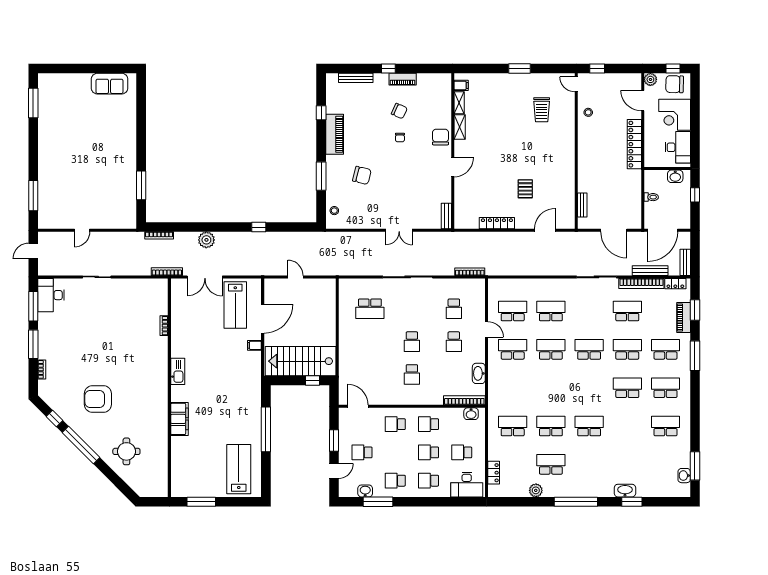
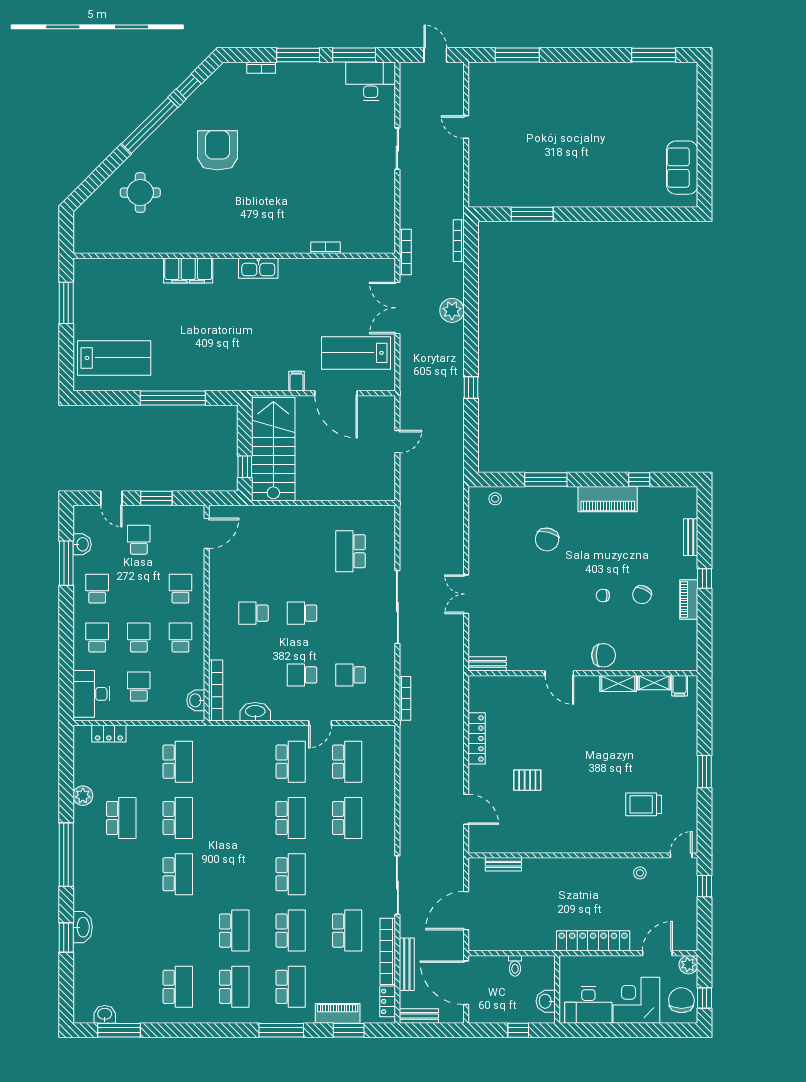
bench: (356, 78) -> (691, 537), width x0.73

